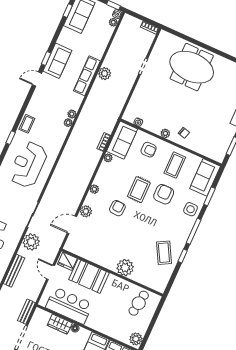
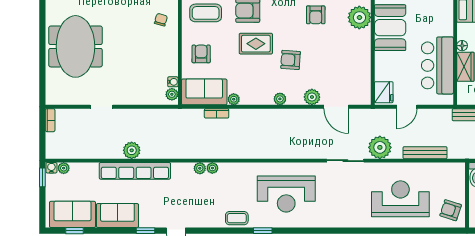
sofa: (57, 61) -> (117, 216), moved
row of seats: (87, 76) -> (135, 171), width x1.36
plant: (165, 133) -> (172, 94), moved
armchair: (140, 239) -> (316, 15), added
booth: (89, 276) -> (390, 28), moved

